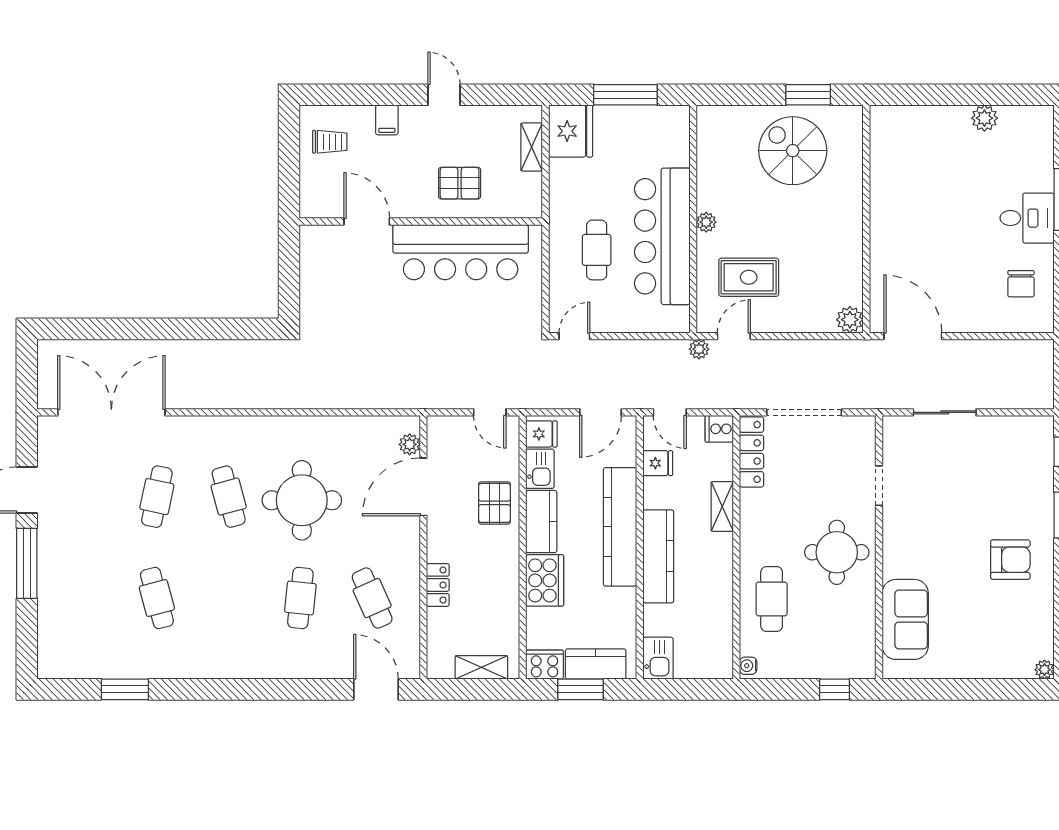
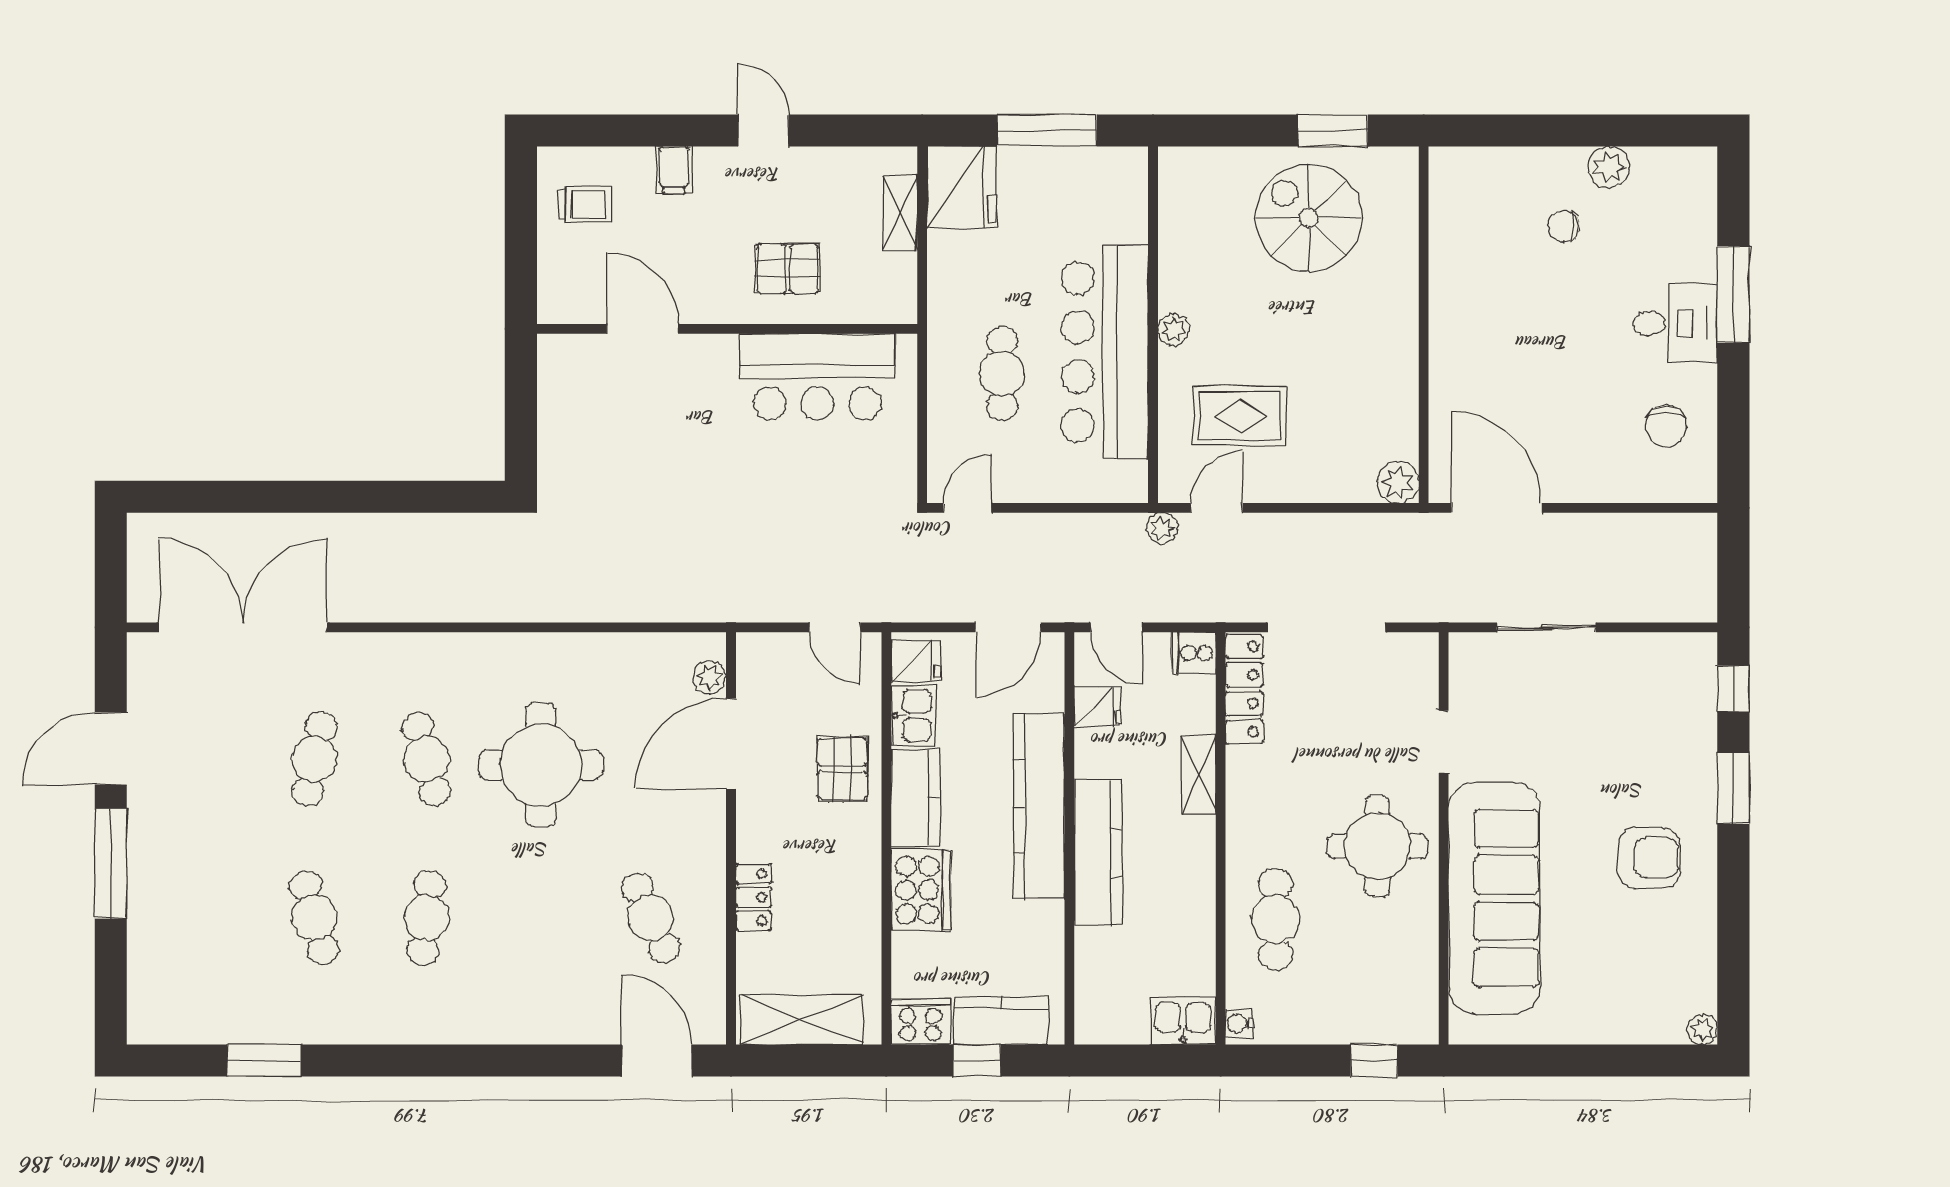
chair: (956, 156) -> (1564, 226), added
bar counter: (461, 252) -> (817, 377), width x0.73
cafe table: (300, 598) -> (426, 918), moved
sofa: (905, 619) -> (1494, 898), width x1.85, depth x1.27
kitchen sink: (658, 658) -> (1183, 1021), moved, turned -90
shelving: (481, 667) -> (801, 1020), width x1.50, depth x1.33
window: (580, 689) -> (977, 1060), width x0.67

